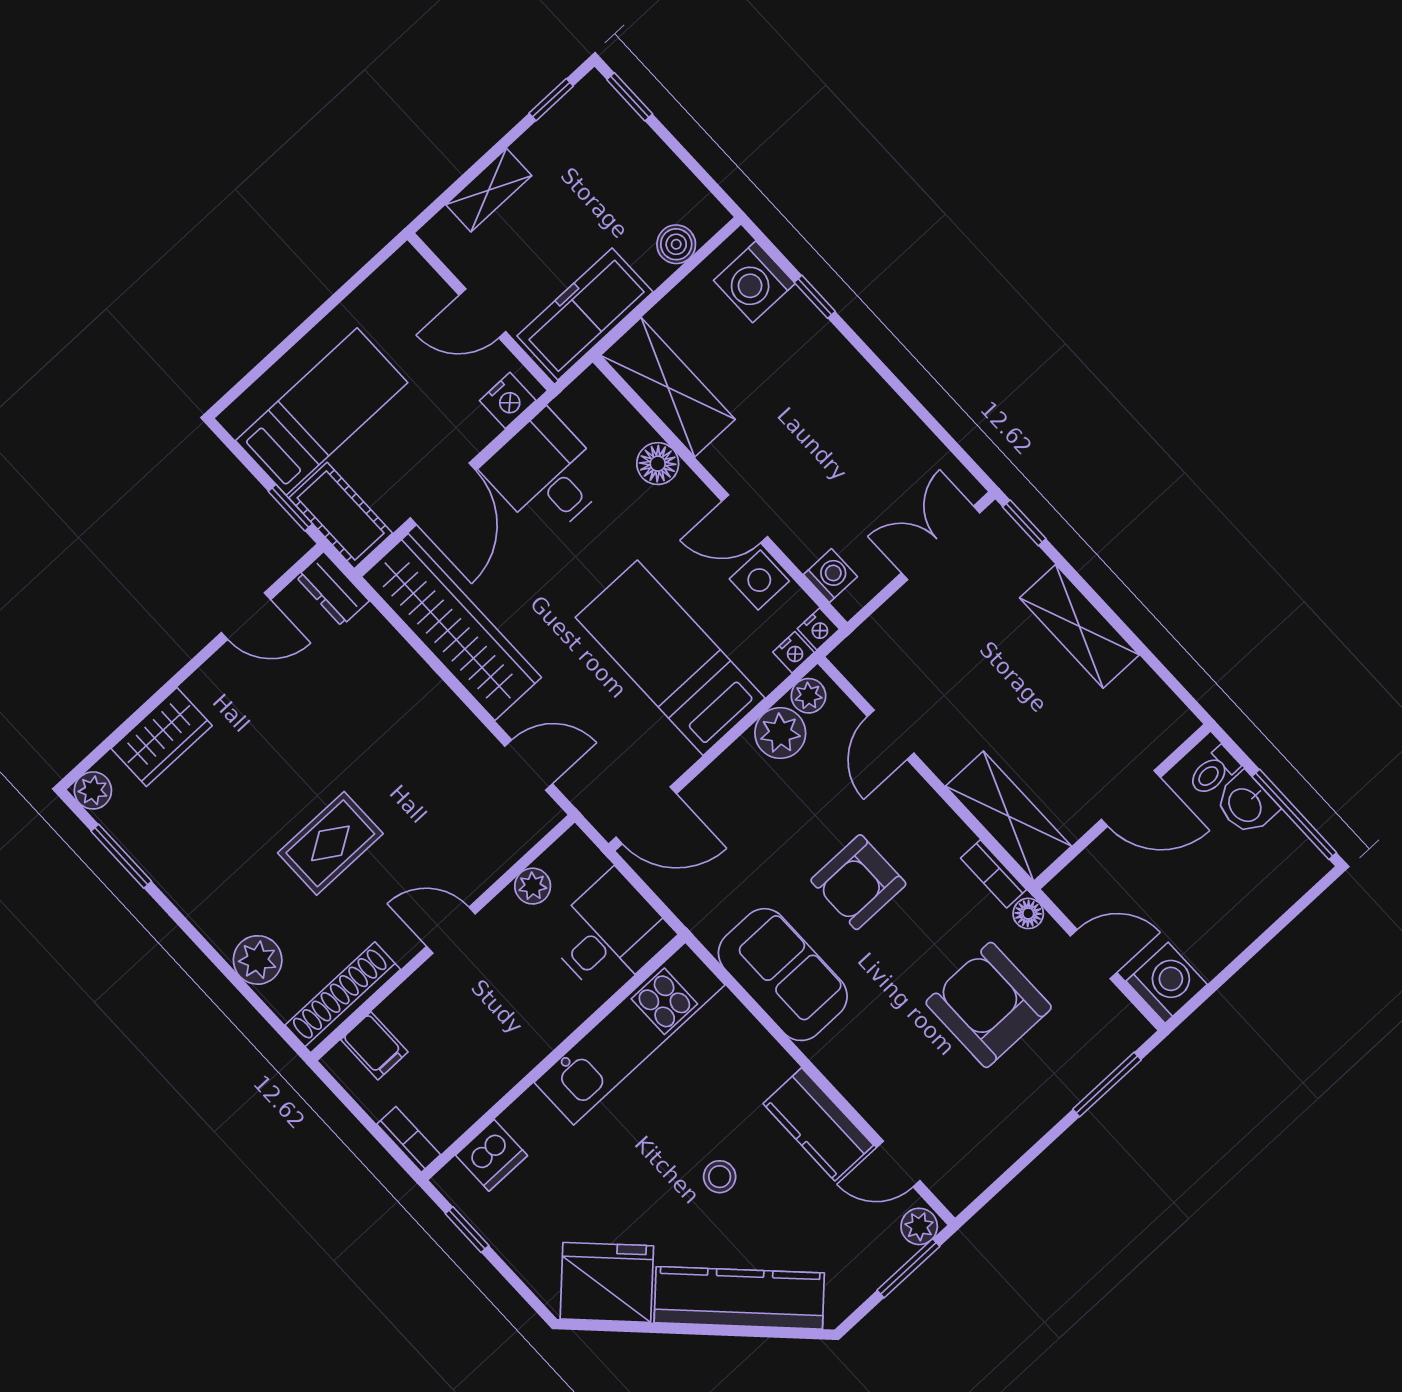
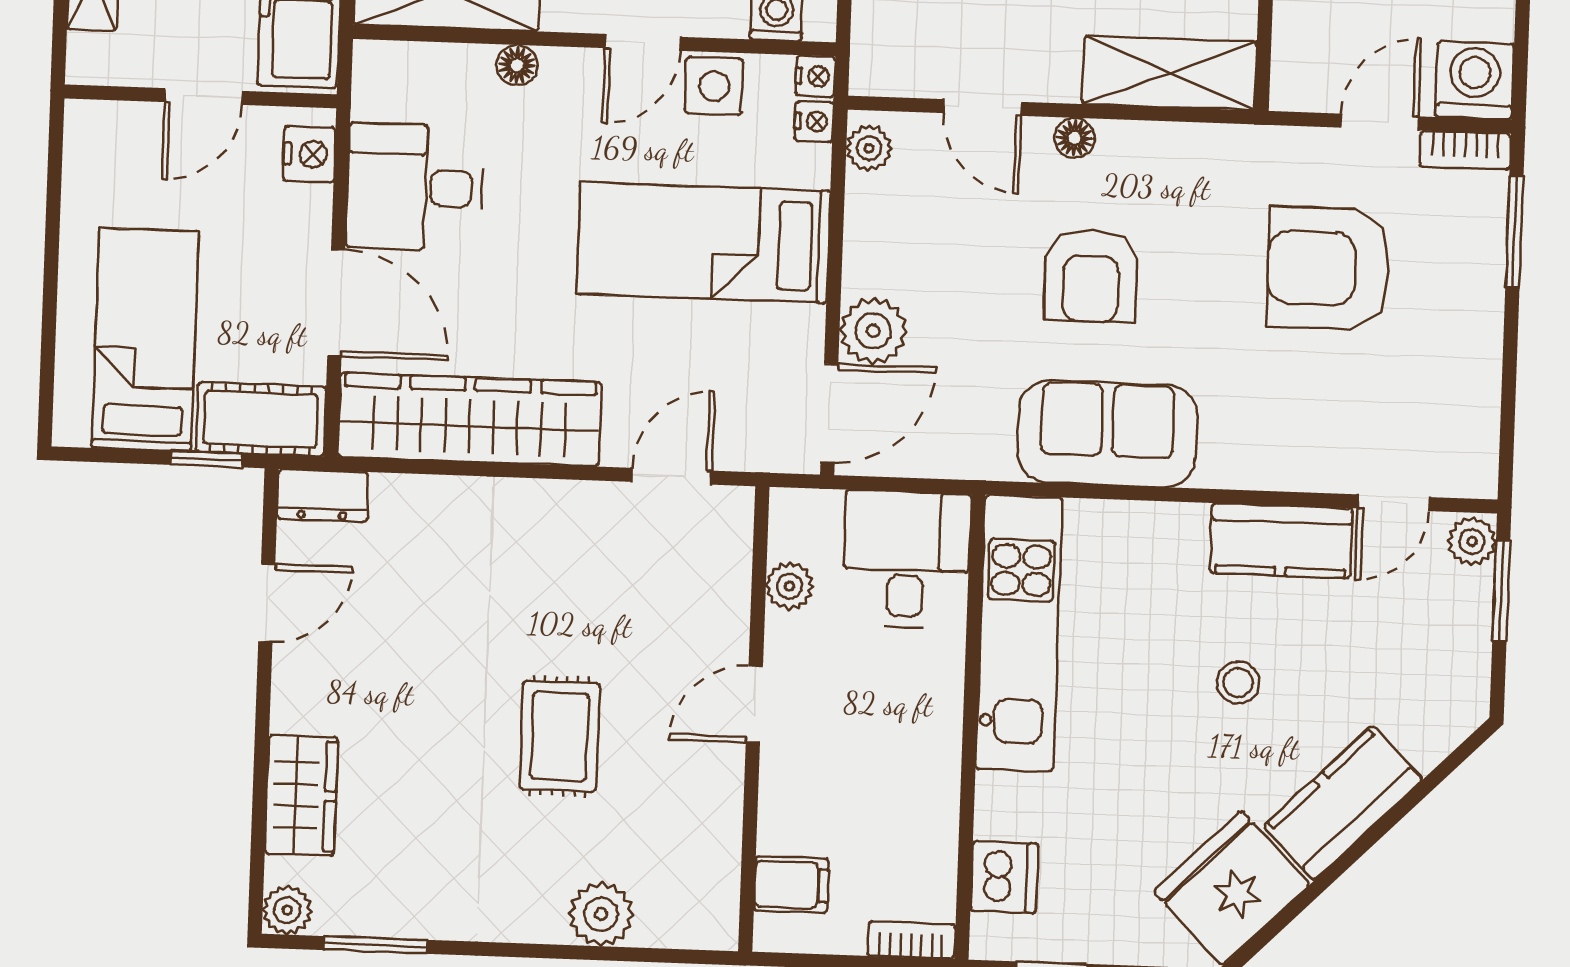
floor lamp: (658, 464) -> (517, 65), width x0.73, depth x0.73
plant: (780, 733) -> (873, 331), moved
bookcase: (994, 874) -> (1465, 150), moved
floor lamp: (1028, 913) -> (1075, 138), moved
shoe rack: (343, 997) -> (716, 869), removed
kitchen counter: (739, 1298) -> (1343, 803), width x0.67

